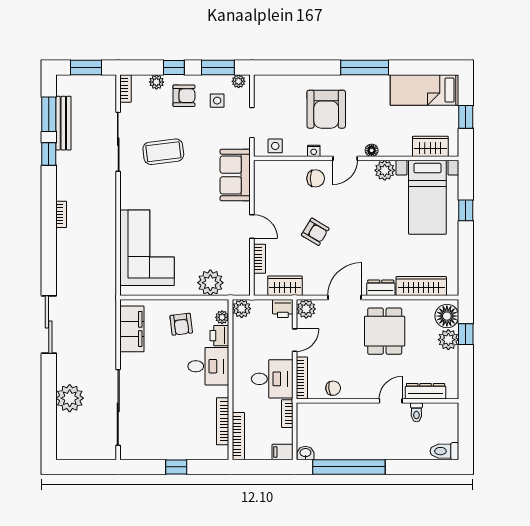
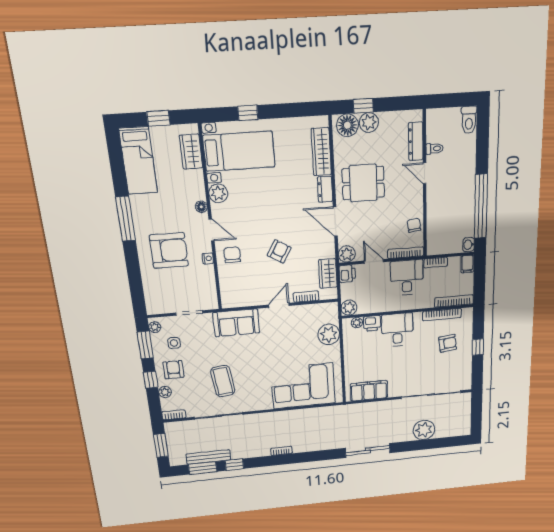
side table: (275, 146) -> (207, 292), removed
armchair: (181, 324) -> (448, 343), moved

